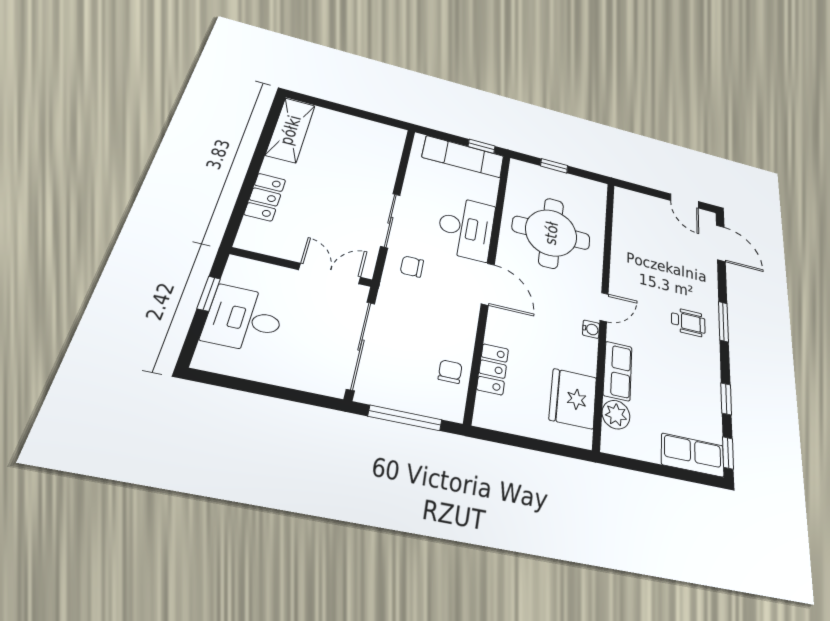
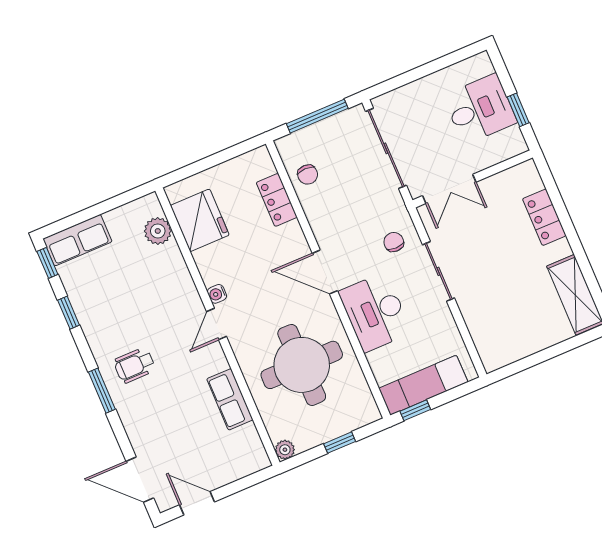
plant: (599, 189) -> (285, 450), added
chair: (412, 267) -> (394, 242), turned -90
row of seats: (618, 371) -> (230, 399), moved

